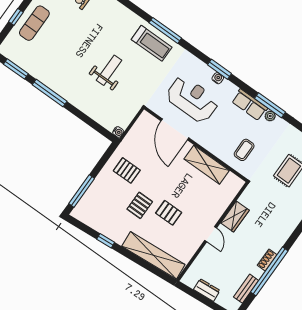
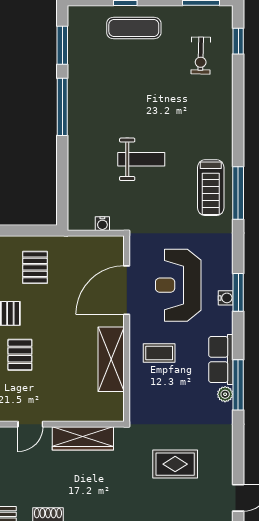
reception desk: (192, 99) -> (178, 285), turned 180
water cooler: (118, 132) -> (102, 224), moved
coffee table: (244, 150) -> (159, 353), moved
wardrobe: (235, 217) -> (83, 438), width x1.50

